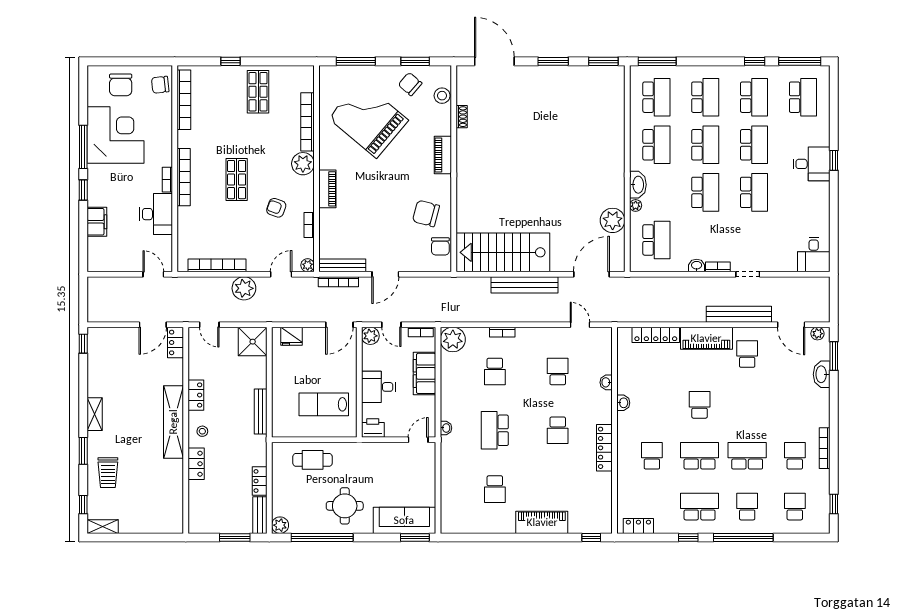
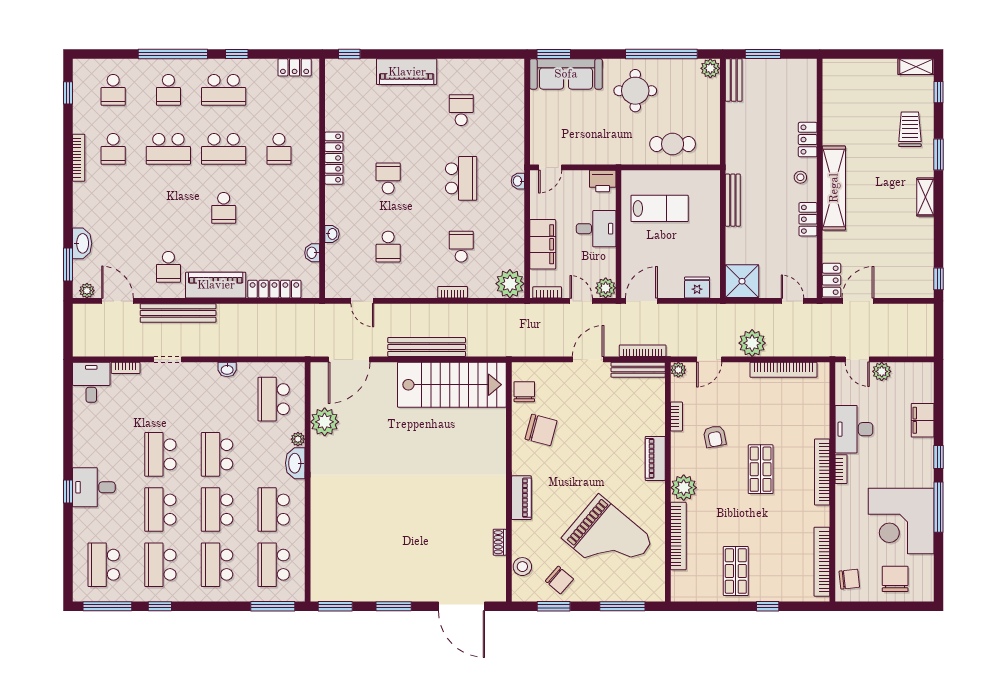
armchair: (276, 208) -> (715, 436), turned 59
plant: (132, 264) -> (882, 371), added
bookcase: (718, 267) -> (126, 368), moved
washbasin: (623, 403) -> (312, 253), moved
locker: (260, 481) -> (734, 120), removed

